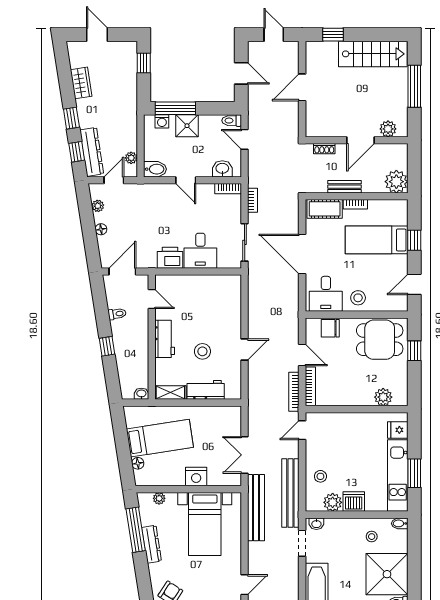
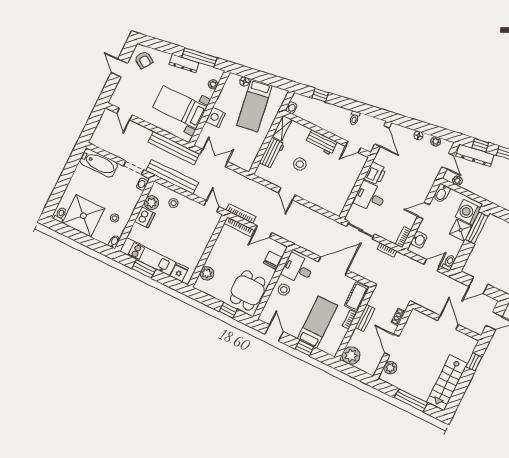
washing machine: (162, 121) -> (468, 212), width x1.89, depth x1.89
window: (107, 346) -> (320, 95), moved

